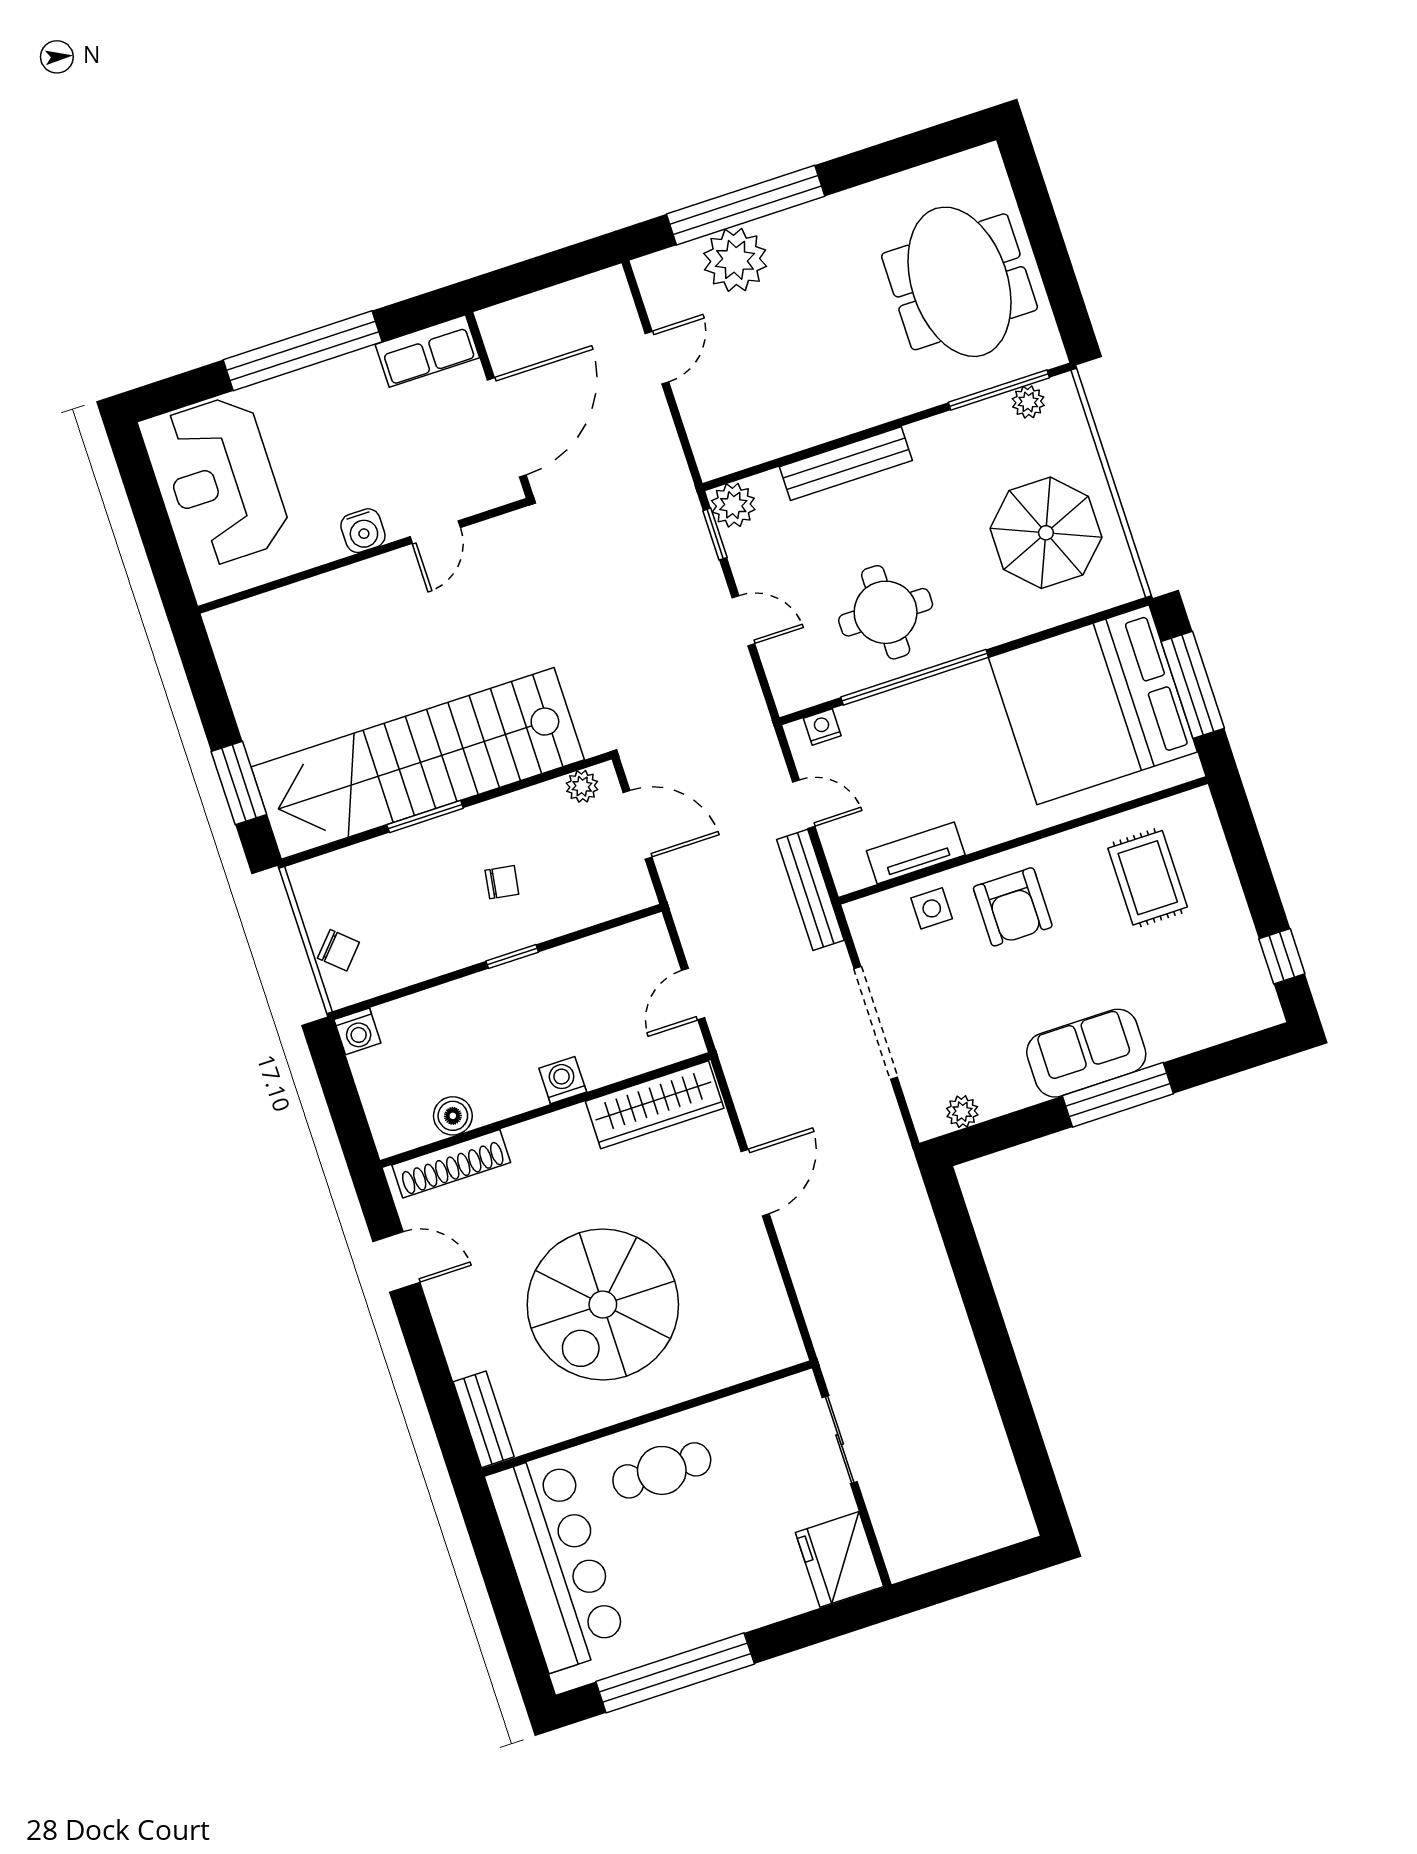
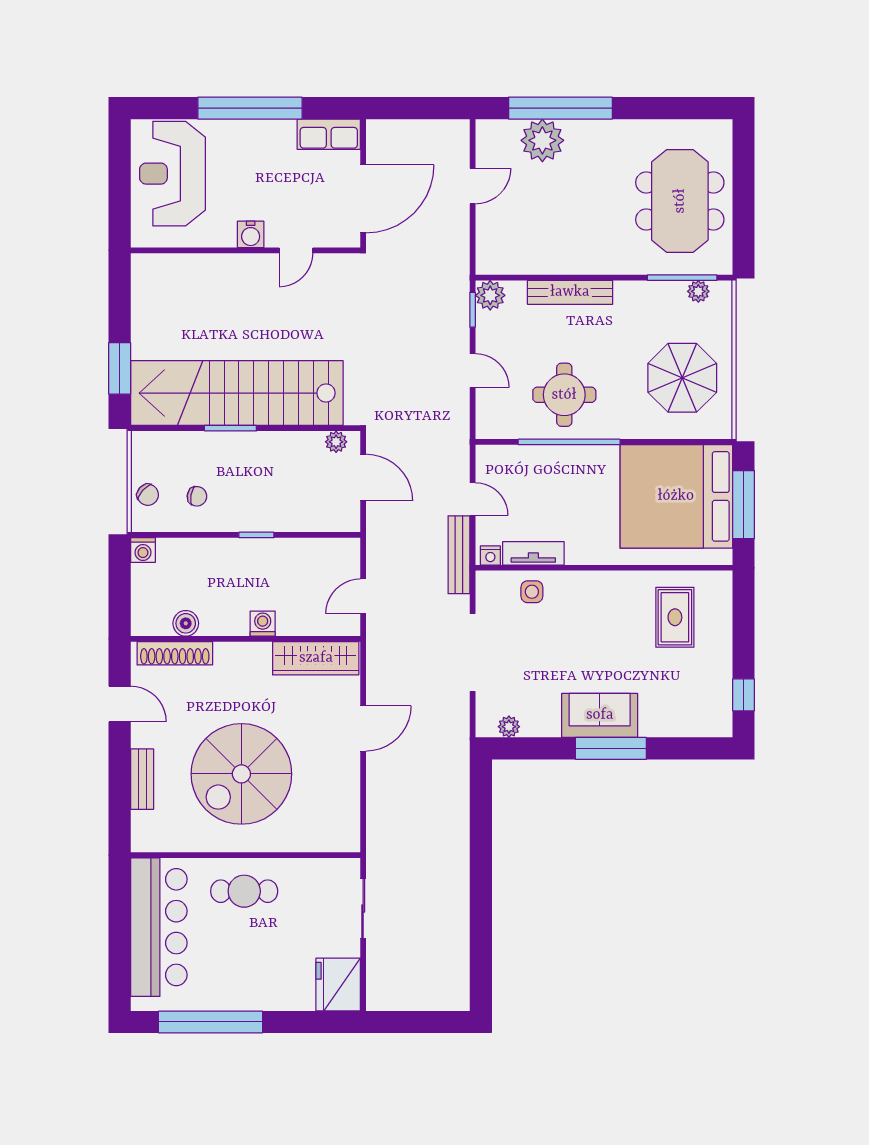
nightstand: (822, 727) -> (490, 555), moved, turned 180
chair: (502, 882) -> (197, 496), moved
armchair: (1013, 907) -> (583, 608), removed
bench: (484, 1419) -> (142, 779), moved

